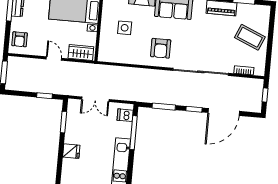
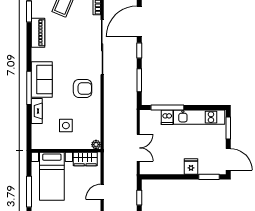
wardrobe: (81, 52) -> (85, 159), moved, turned -90
plant: (102, 57) -> (96, 145), added
door: (224, 112) -> (139, 21), swing flipped
dishwasher: (125, 115) -> (167, 117), moved
window: (63, 122) -> (209, 177), moved

